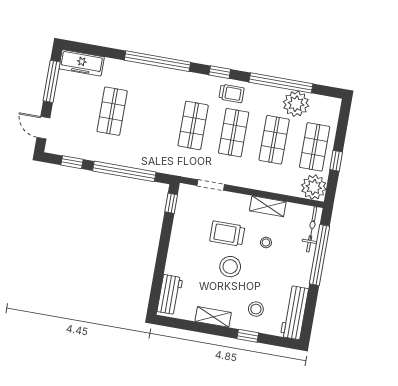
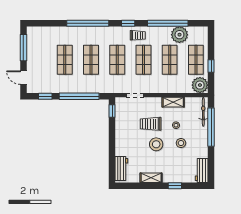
freezer: (82, 63) -> (40, 33), removed
shop shelf: (153, 118) -> (91, 60), added
stool: (256, 309) -> (181, 143), moved
workbench: (294, 313) -> (202, 171), width x0.73

